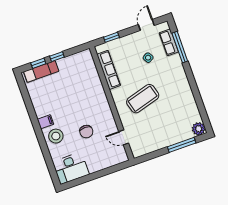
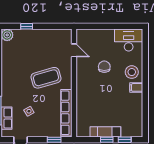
row of seats: (109, 70) -> (66, 113), width x1.36
exam couch: (41, 71) -> (105, 132), moved
window: (182, 145) -> (27, 26), width x0.46

